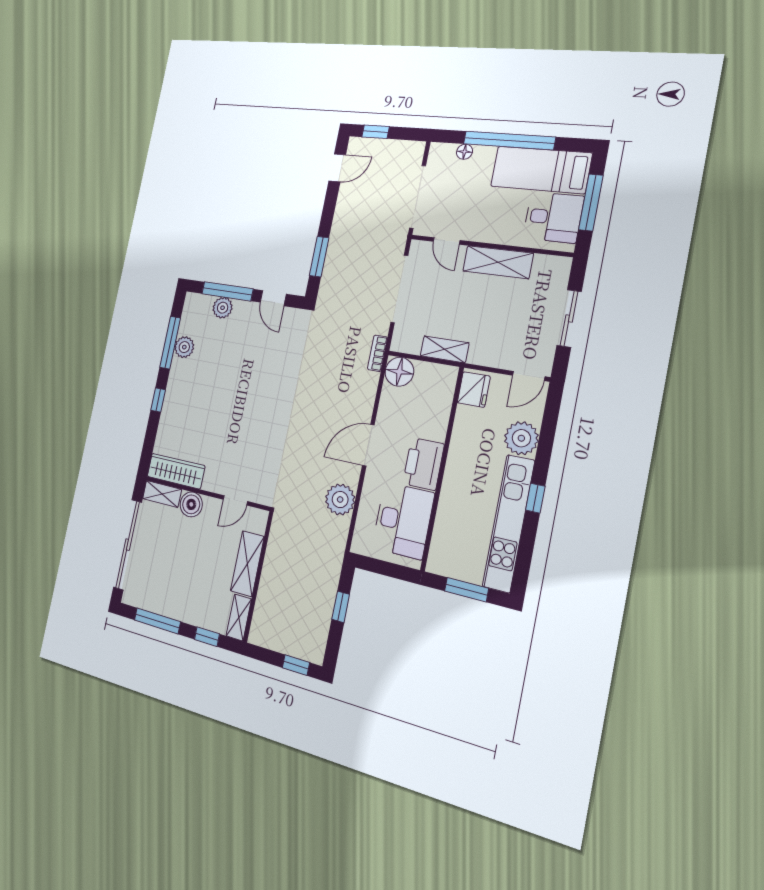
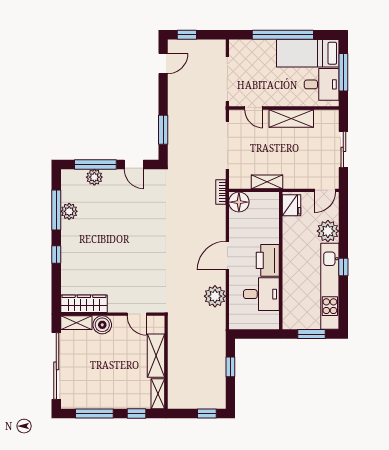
floor lamp: (465, 152) -> (254, 45), removed
door: (235, 500) -> (137, 314), hinge flipped
desk: (403, 521) -> (261, 294), width x0.73

